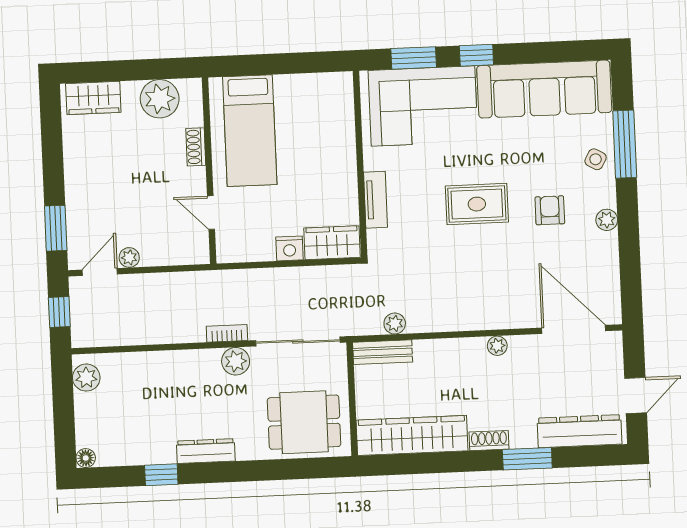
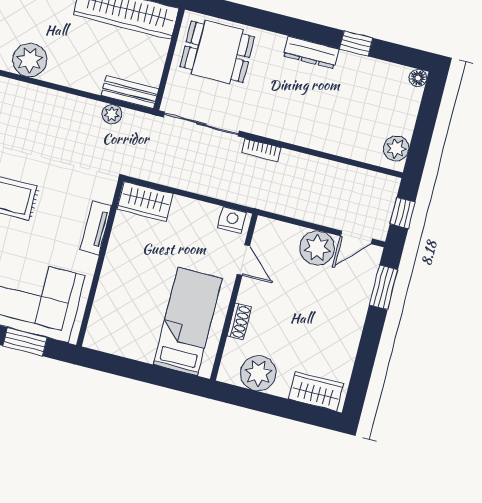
nightstand: (289, 248) -> (232, 220), moved
plant: (129, 258) -> (317, 248), width x1.88, depth x1.88
plant: (497, 346) -> (30, 60), width x1.88, depth x1.88
plant: (236, 361) -> (261, 123), removed

